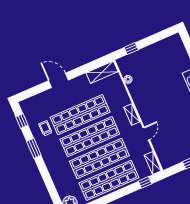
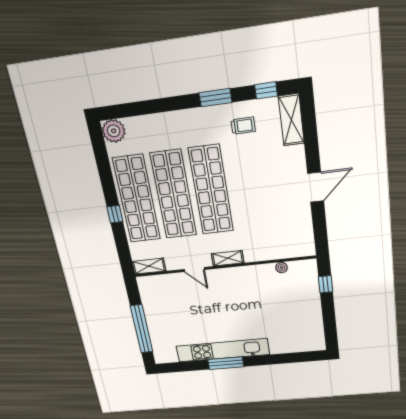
shelving: (102, 72) -> (291, 120), moved
door: (58, 80) -> (316, 187), moved
shop shelf: (80, 115) -> (249, 185), removed
window: (145, 182) -> (115, 214), moved

